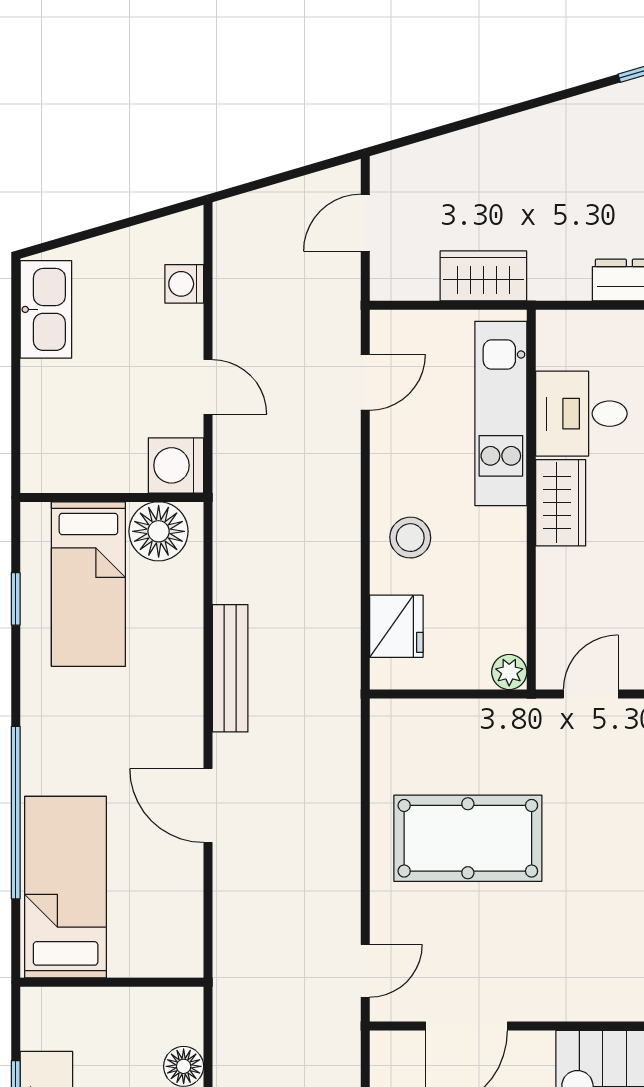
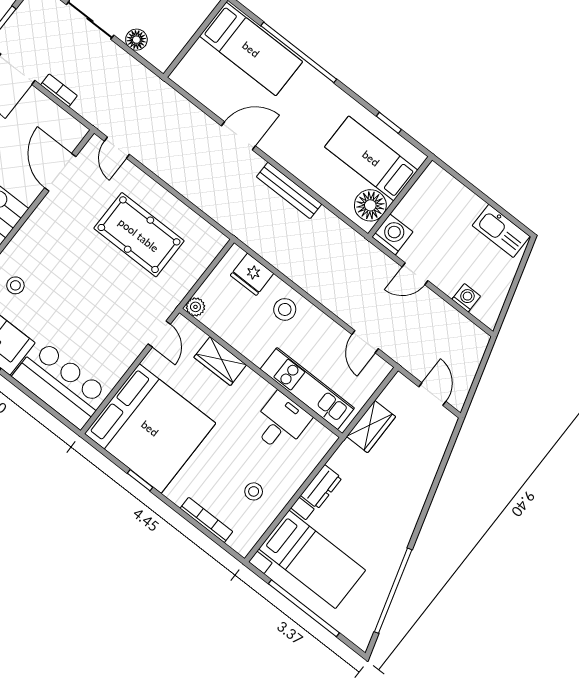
wardrobe: (561, 503) -> (220, 361), moved
pool table: (468, 838) -> (139, 235), turned 90

